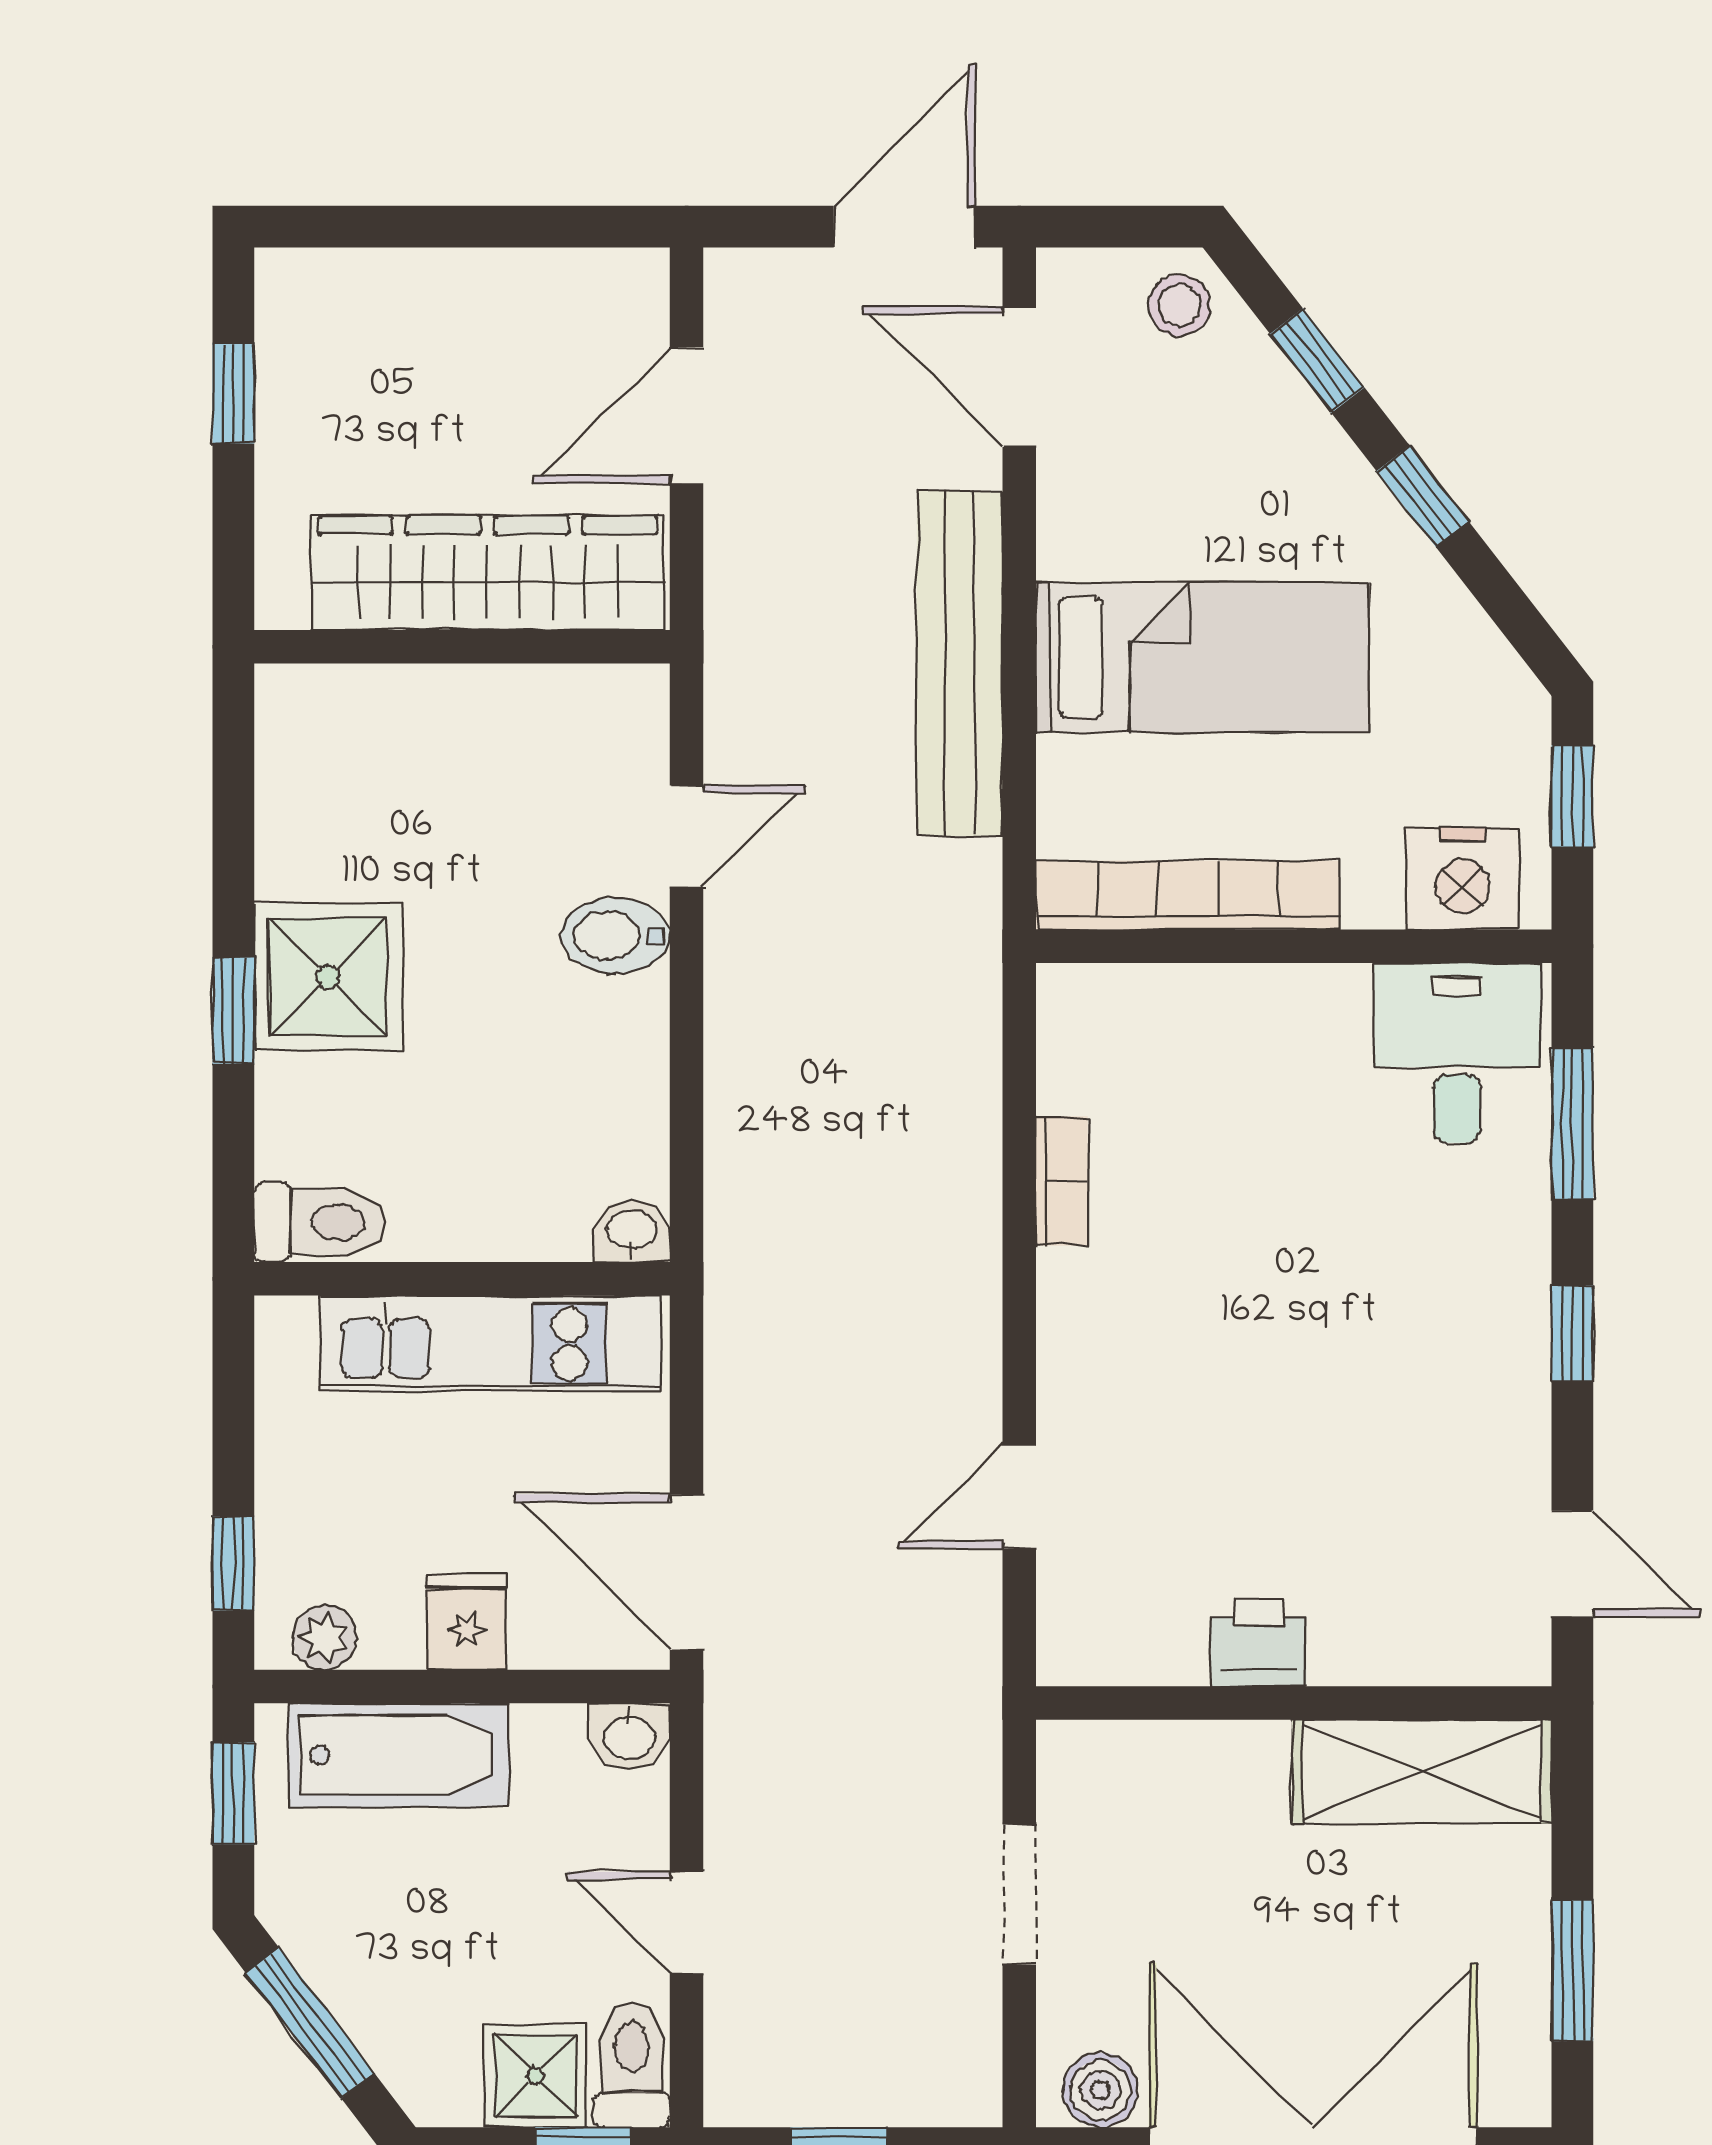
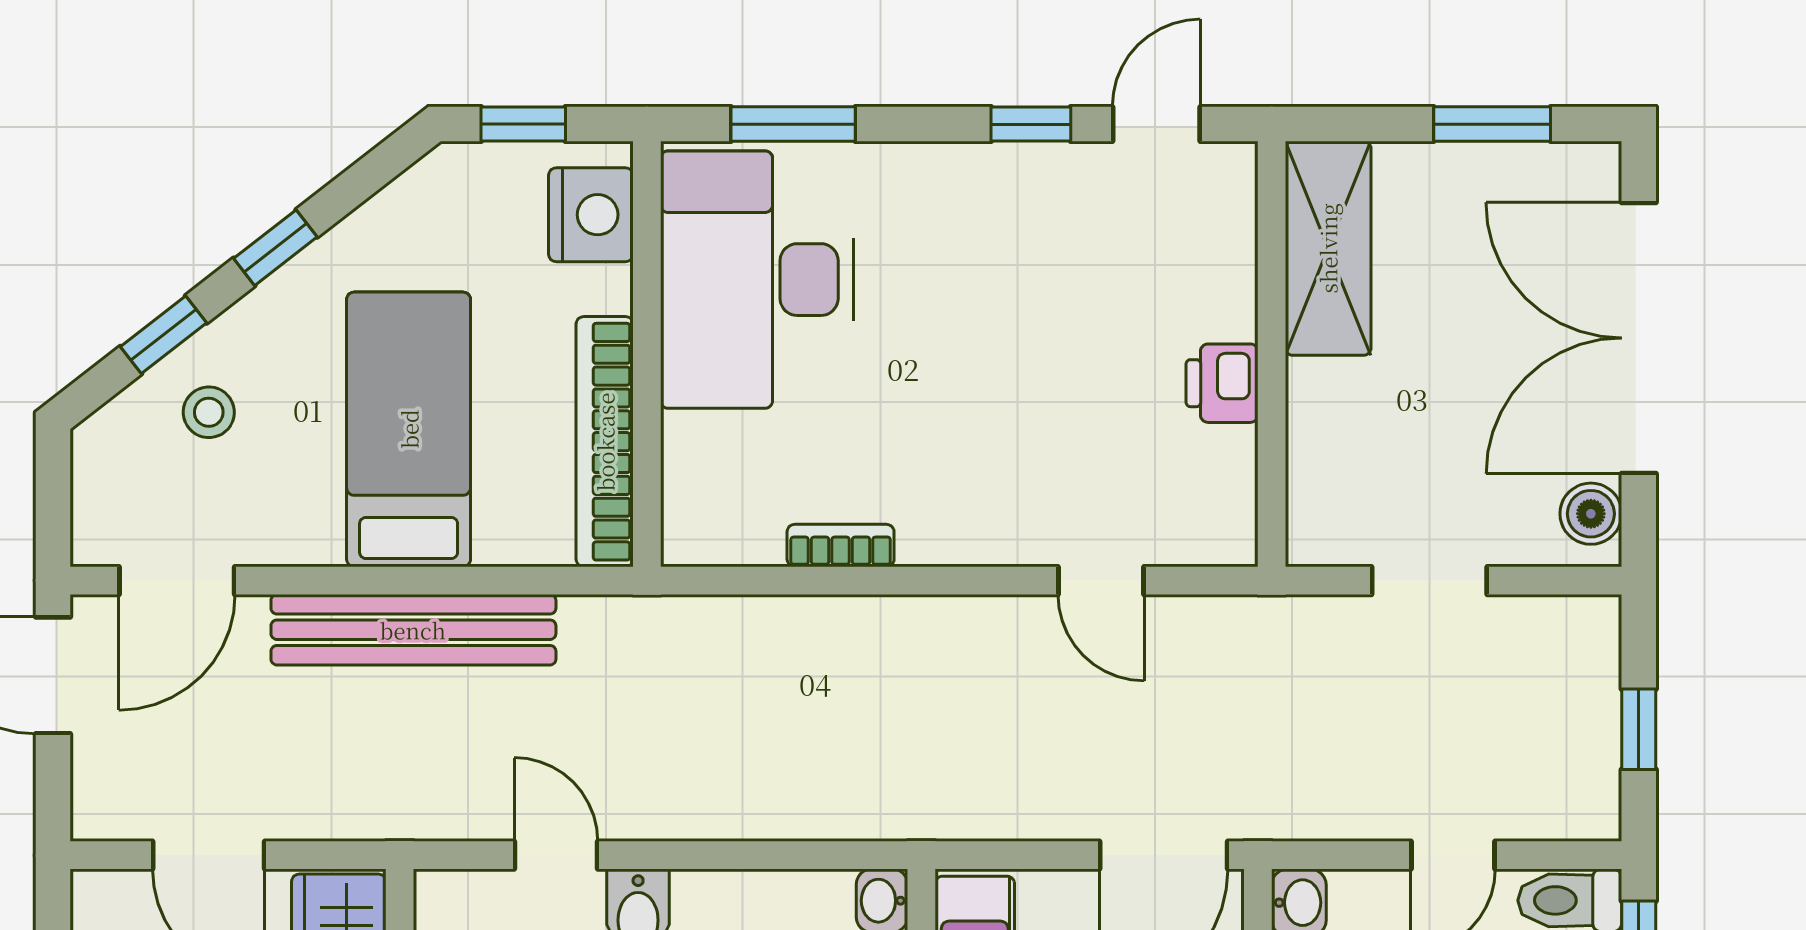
stool: (1179, 305) -> (209, 412), moved
desk: (1457, 1053) -> (757, 280), width x1.87, depth x1.30
window: (1572, 1334) -> (1031, 124), moved

